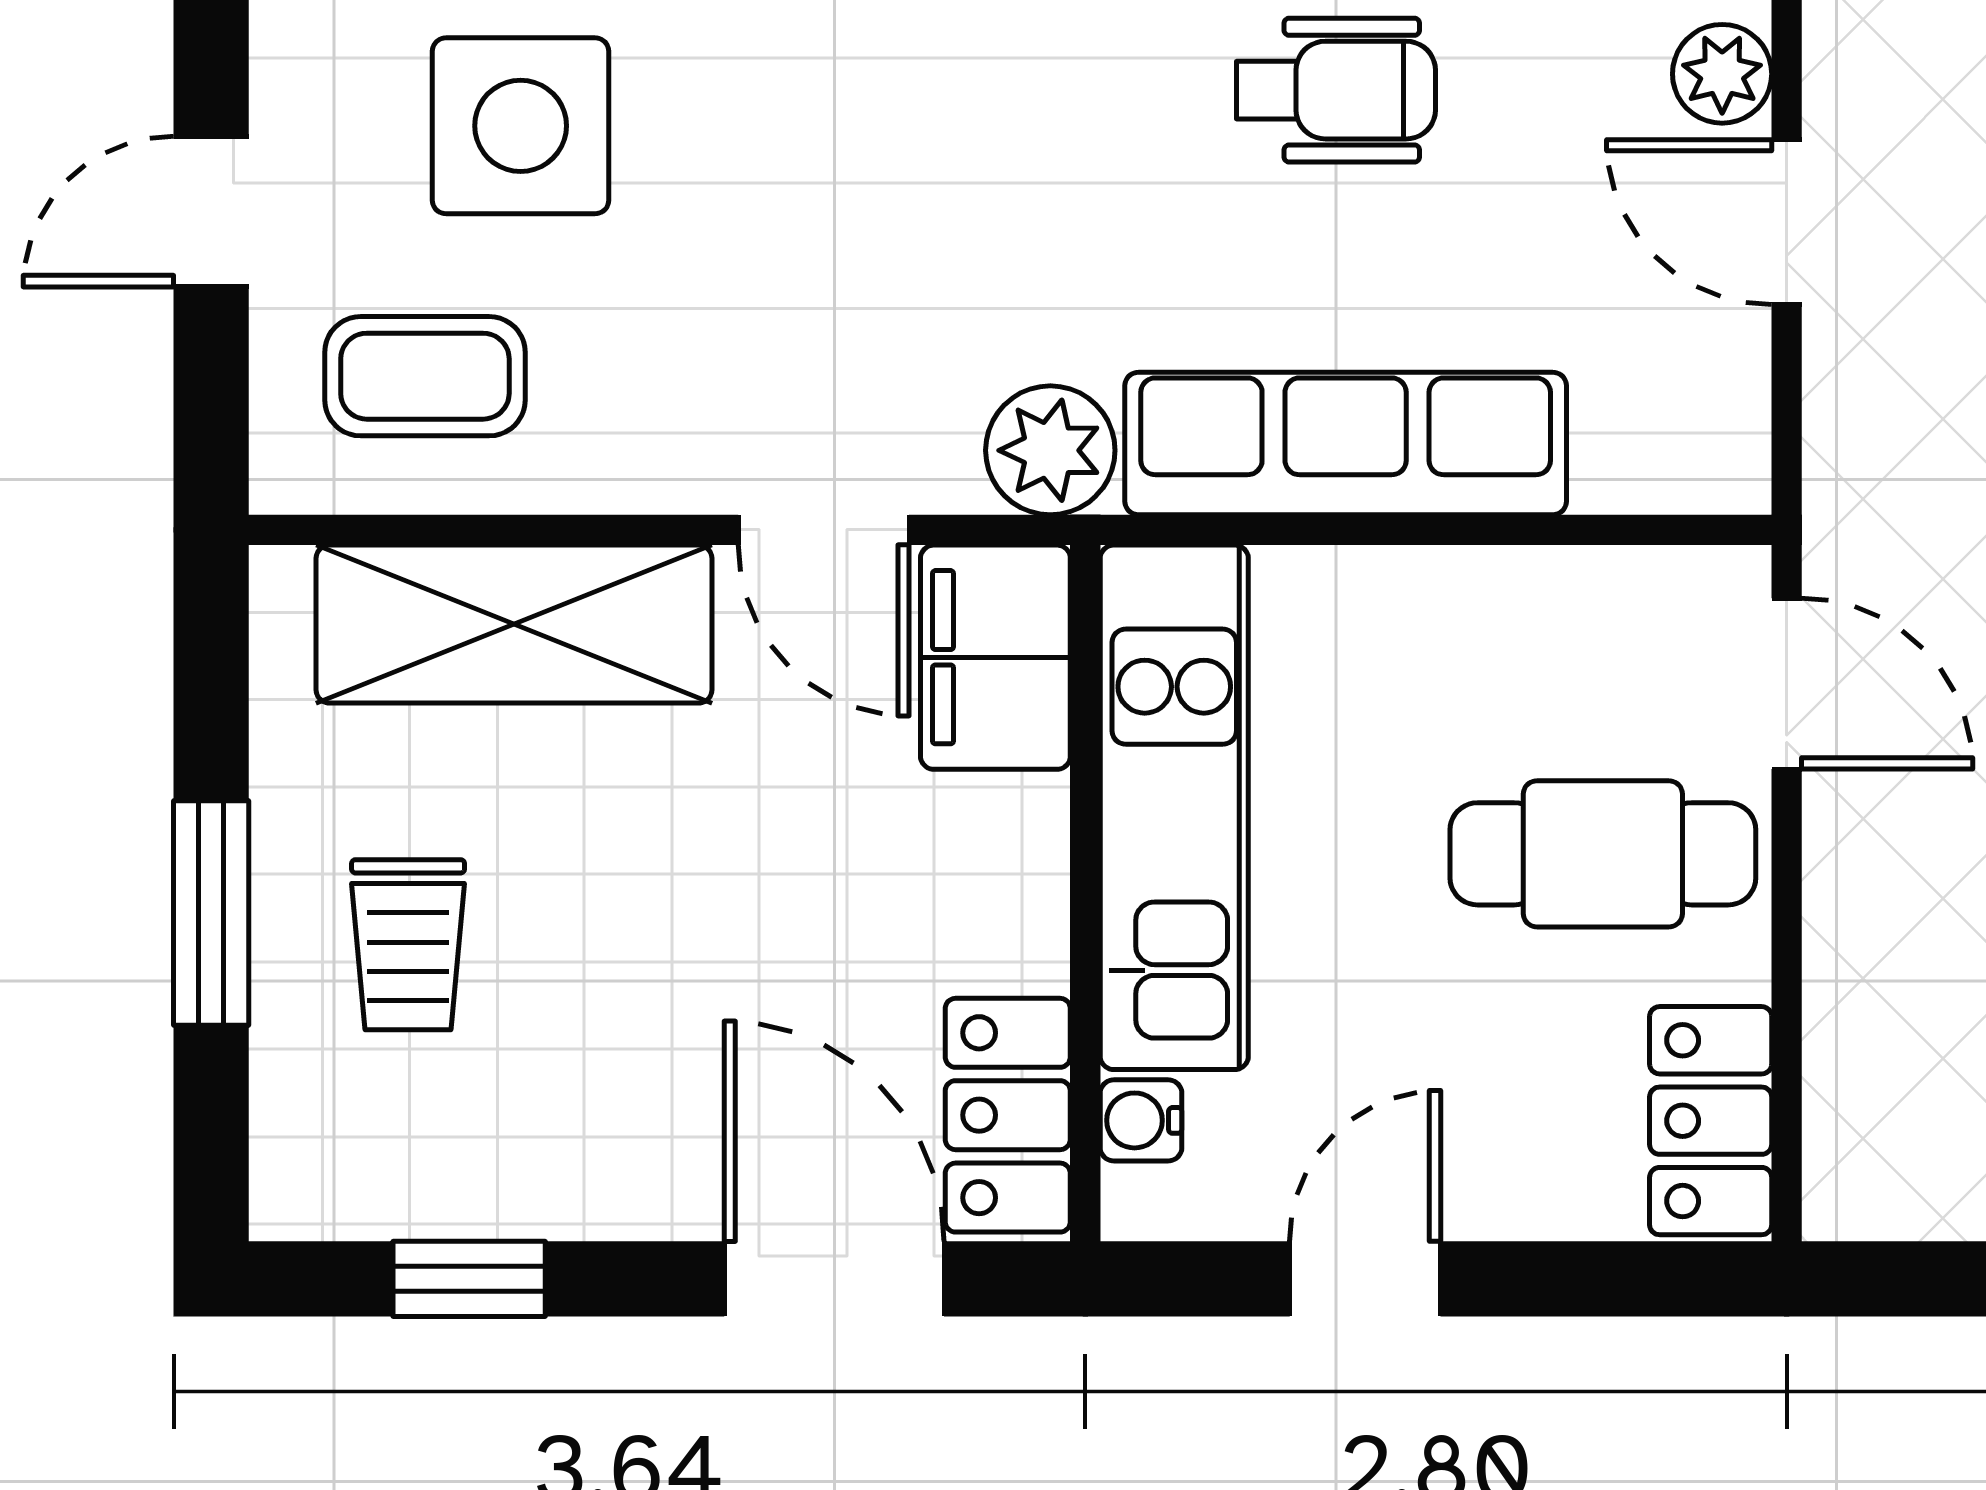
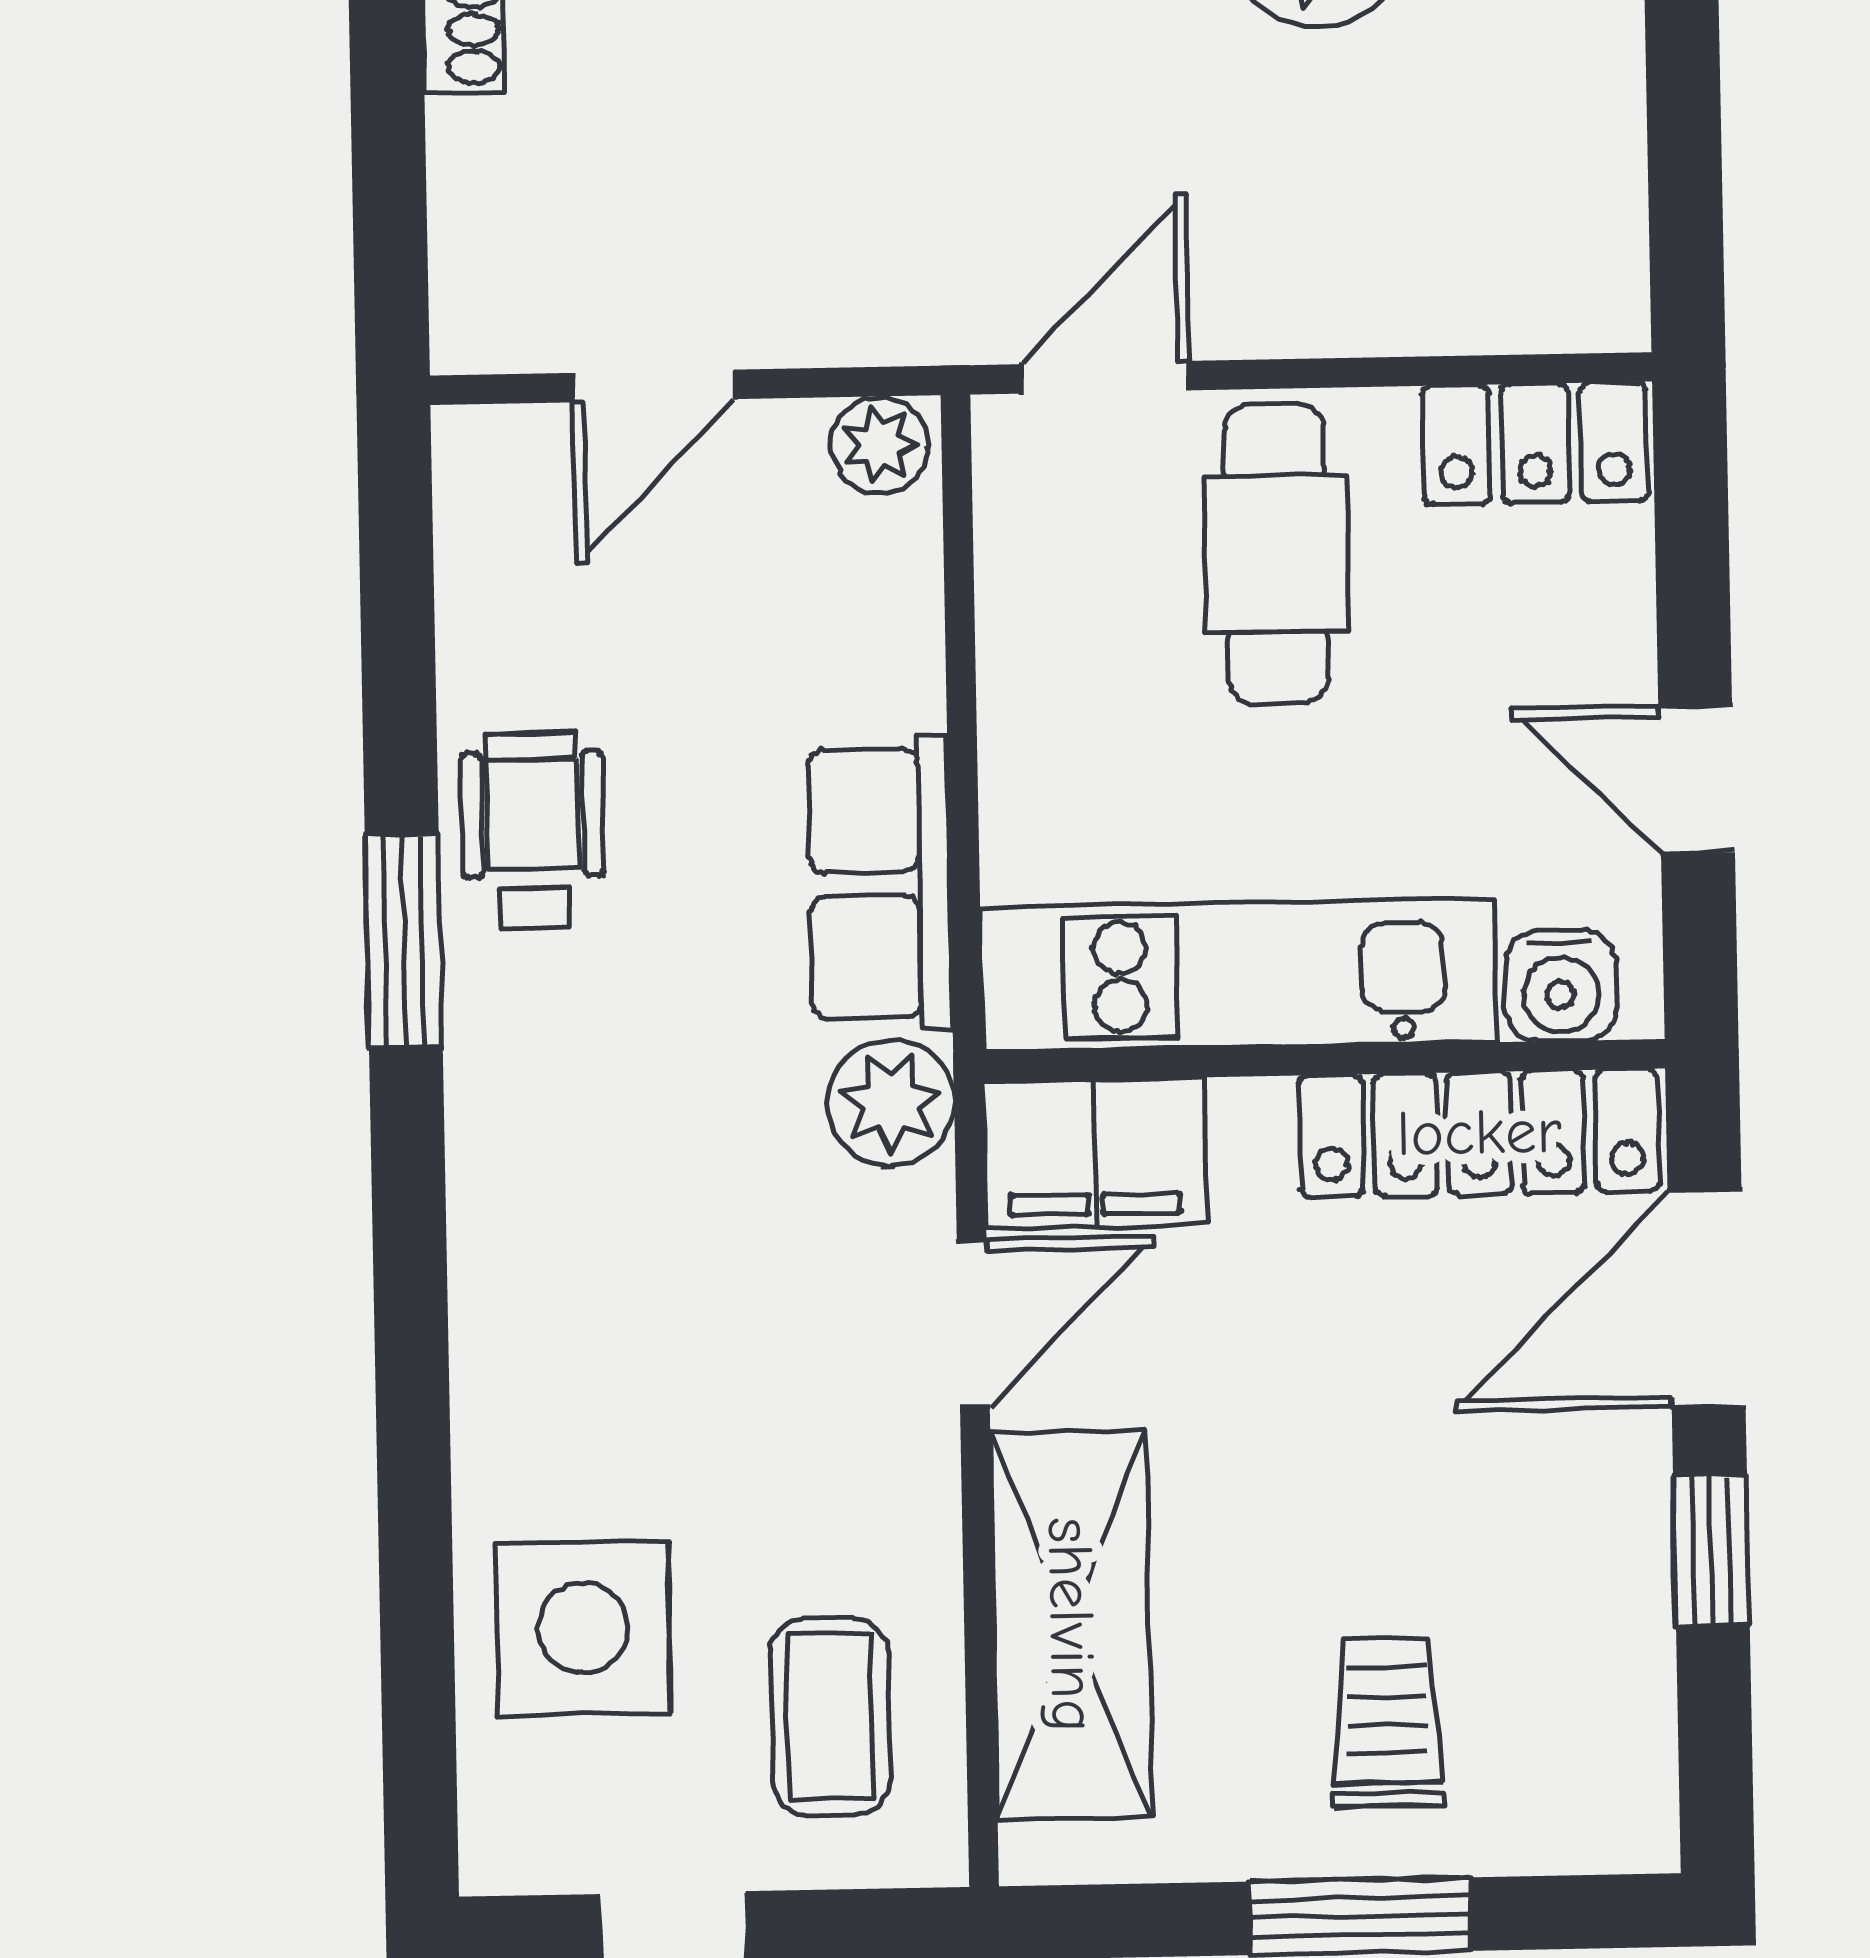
plant: (1722, 74) -> (880, 445), moved
row of seats: (1346, 443) -> (880, 884), width x0.68
trolley: (408, 945) -> (1387, 1723), turned -90
locker: (1008, 1115) -> (1479, 1133), width x1.53
water cooler: (1141, 1120) -> (1561, 986), width x1.38, depth x1.38
window: (469, 1279) -> (1711, 1550), moved

